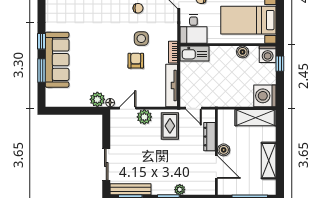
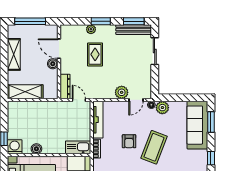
side table: (141, 39) -> (124, 160), removed
coffee table: (107, 54) -> (154, 147), added
sofa: (57, 60) -> (197, 125), moved
window: (41, 70) -> (211, 122), moved
washing machine: (265, 96) -> (17, 111), removed
rug: (170, 126) -> (95, 54), moved
dresser: (209, 137) -> (65, 86), moved

